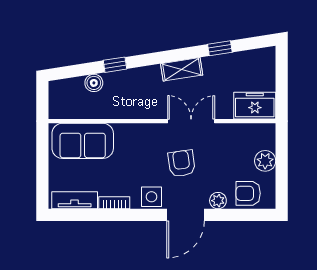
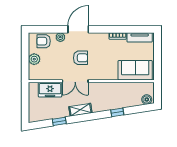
boiler: (94, 83) -> (147, 99), moved
freezer: (255, 106) -> (50, 90), moved
armchair: (182, 163) -> (80, 58), turned -82
armchair: (248, 193) -> (44, 41), turned 180
side table: (151, 197) -> (97, 39), removed

